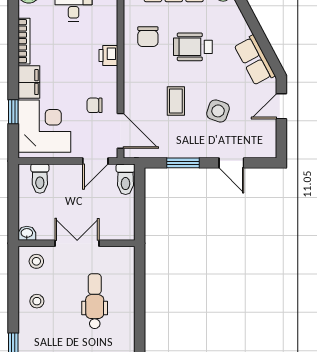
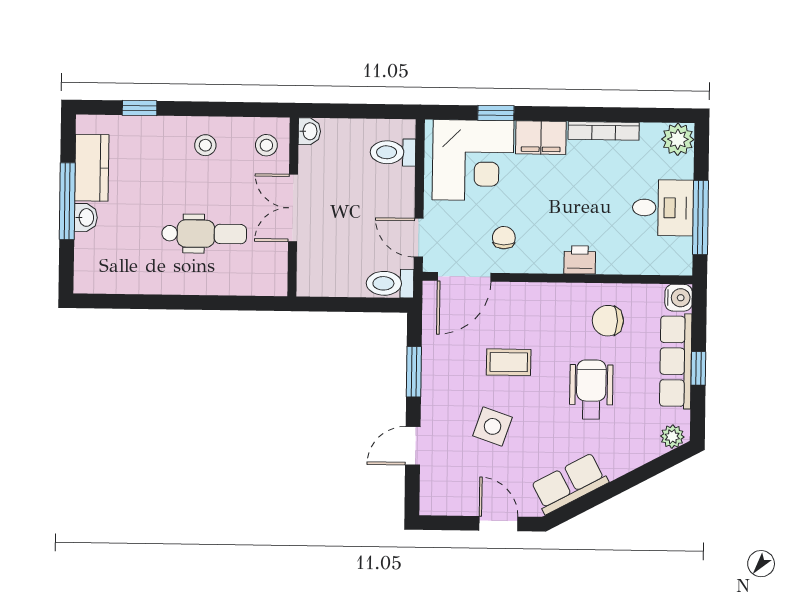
double door: (77, 243) -> (293, 208), swing flipped

